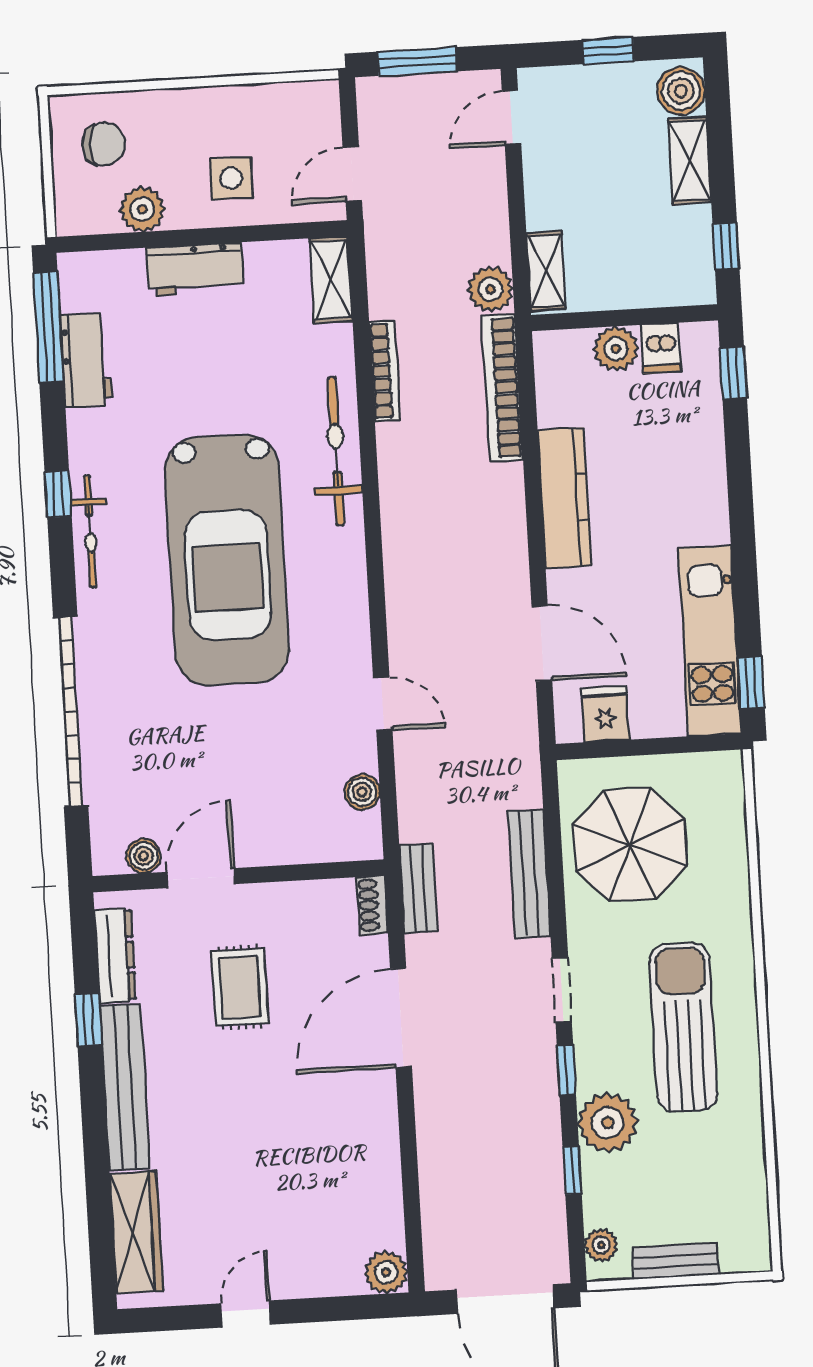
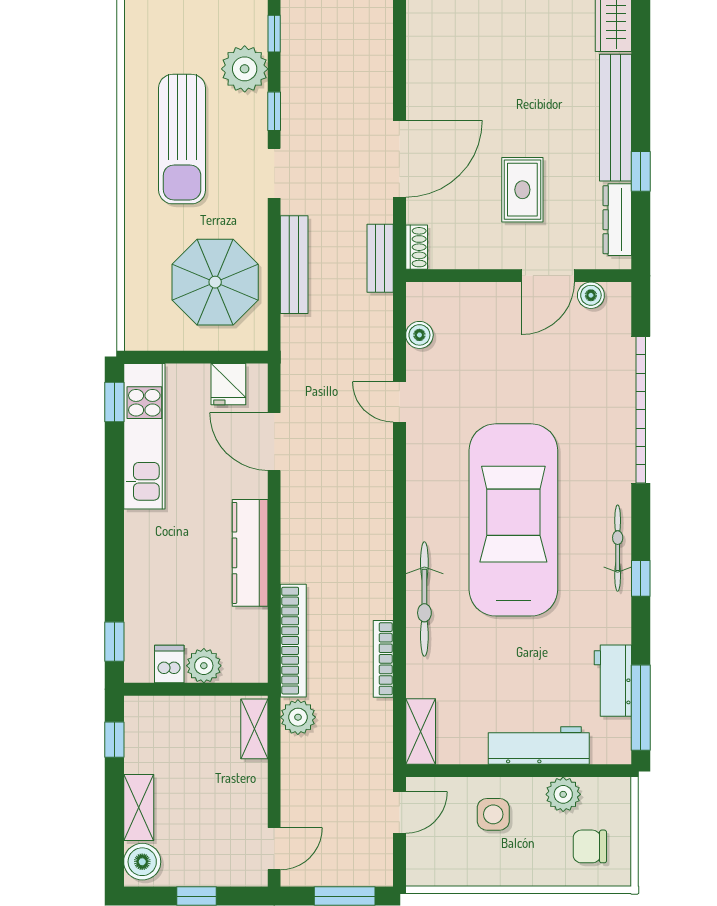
workbench: (195, 269) -> (539, 746), width x1.38

